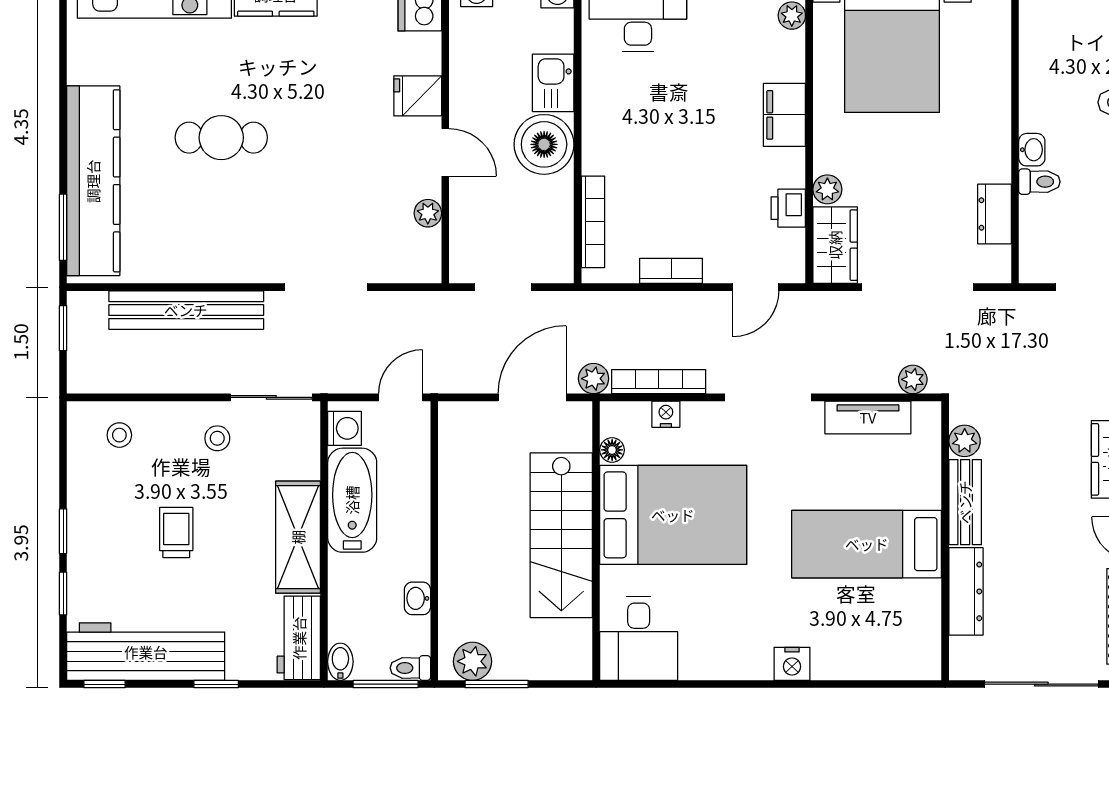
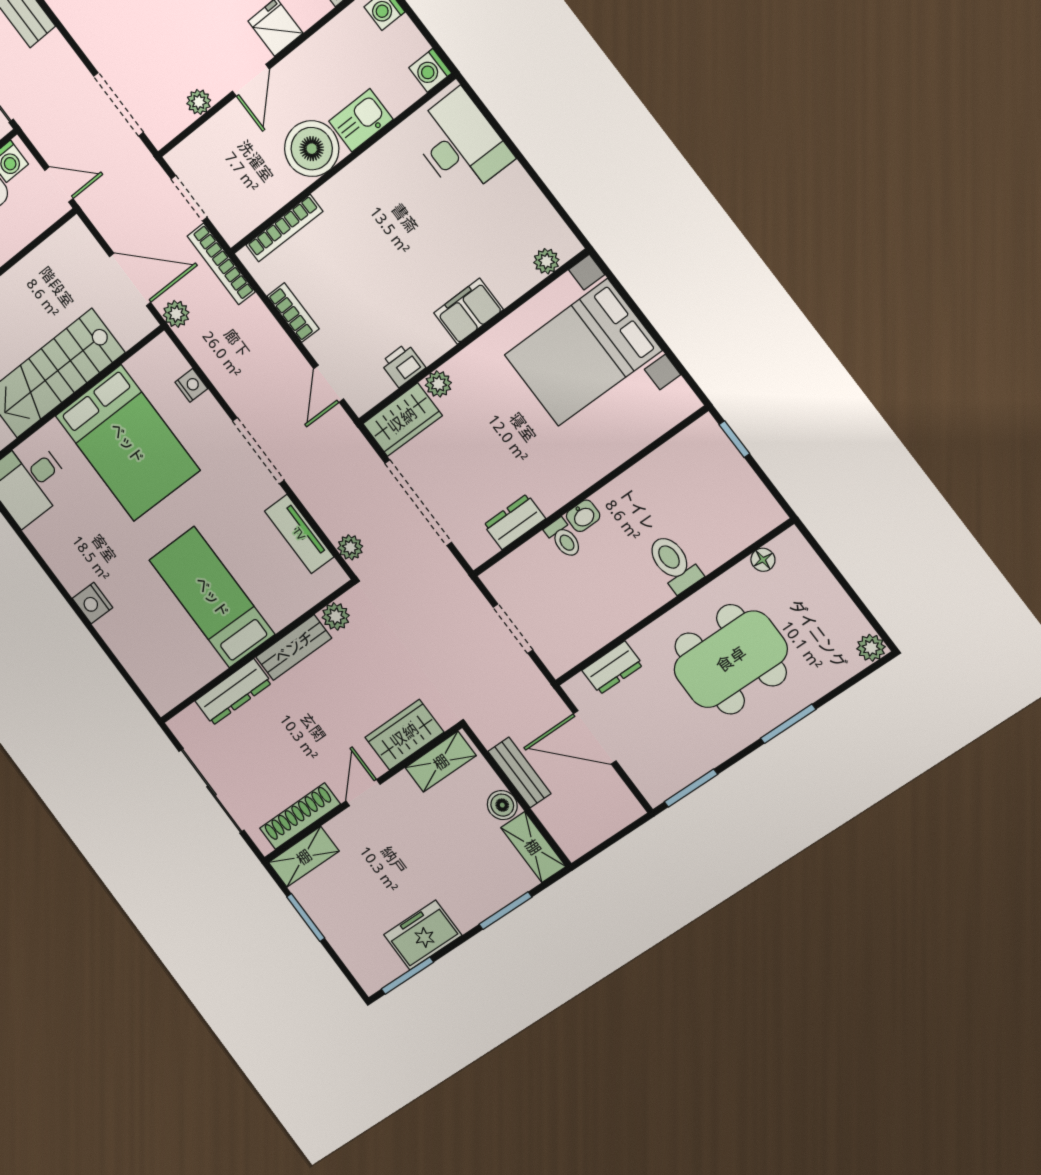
doorway: (326, 287) -> (118, 104), moved
door: (756, 287) -> (329, 384), hinge flipped
bookcase: (659, 382) -> (221, 264), moved, turned 180
floor lamp: (612, 450) -> (138, 365), removed

